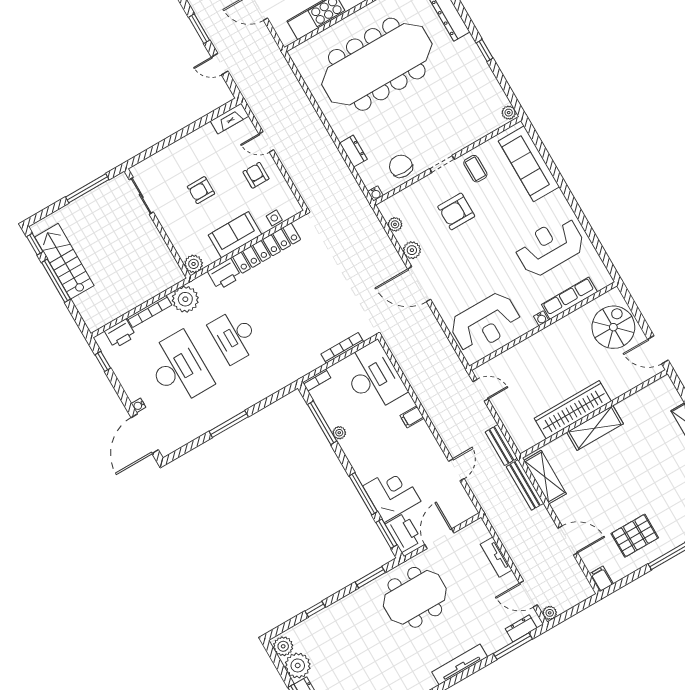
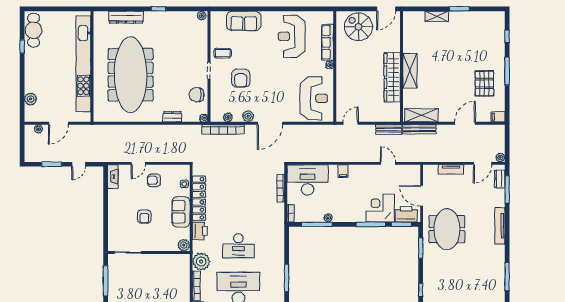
sofa: (529, 164) -> (244, 21), width x0.73
bookcase: (375, 227) -> (223, 129), added

